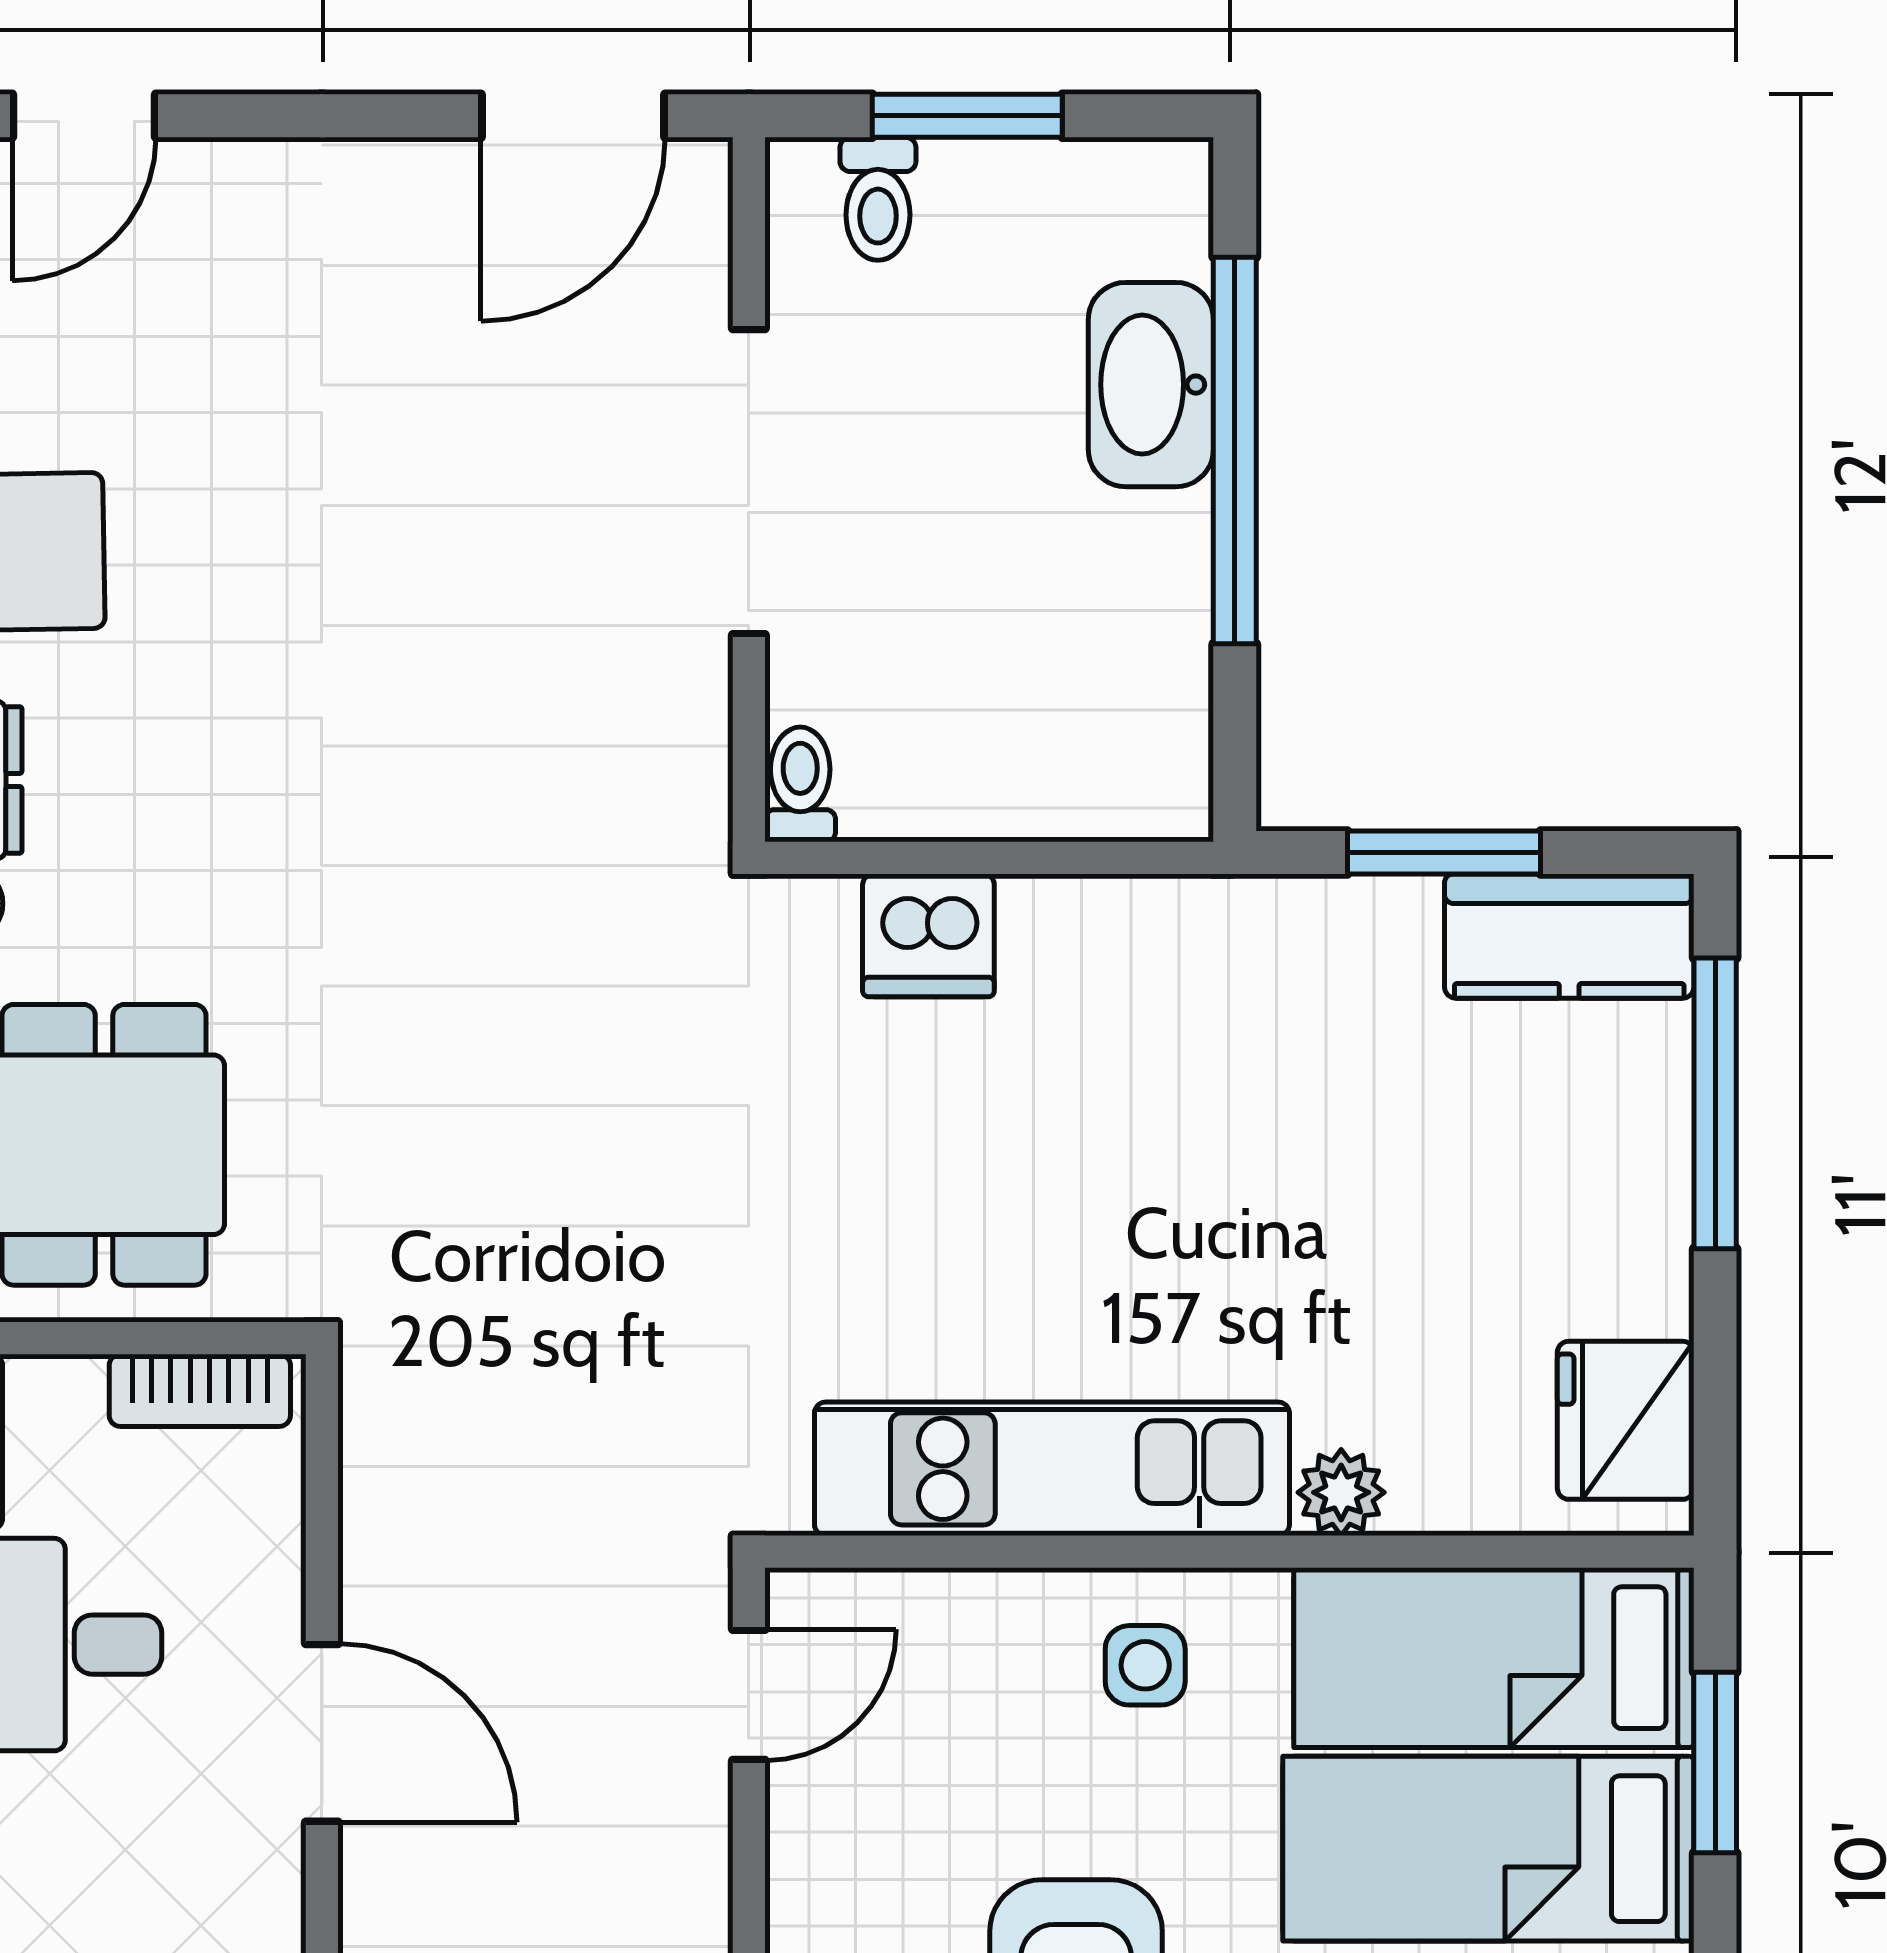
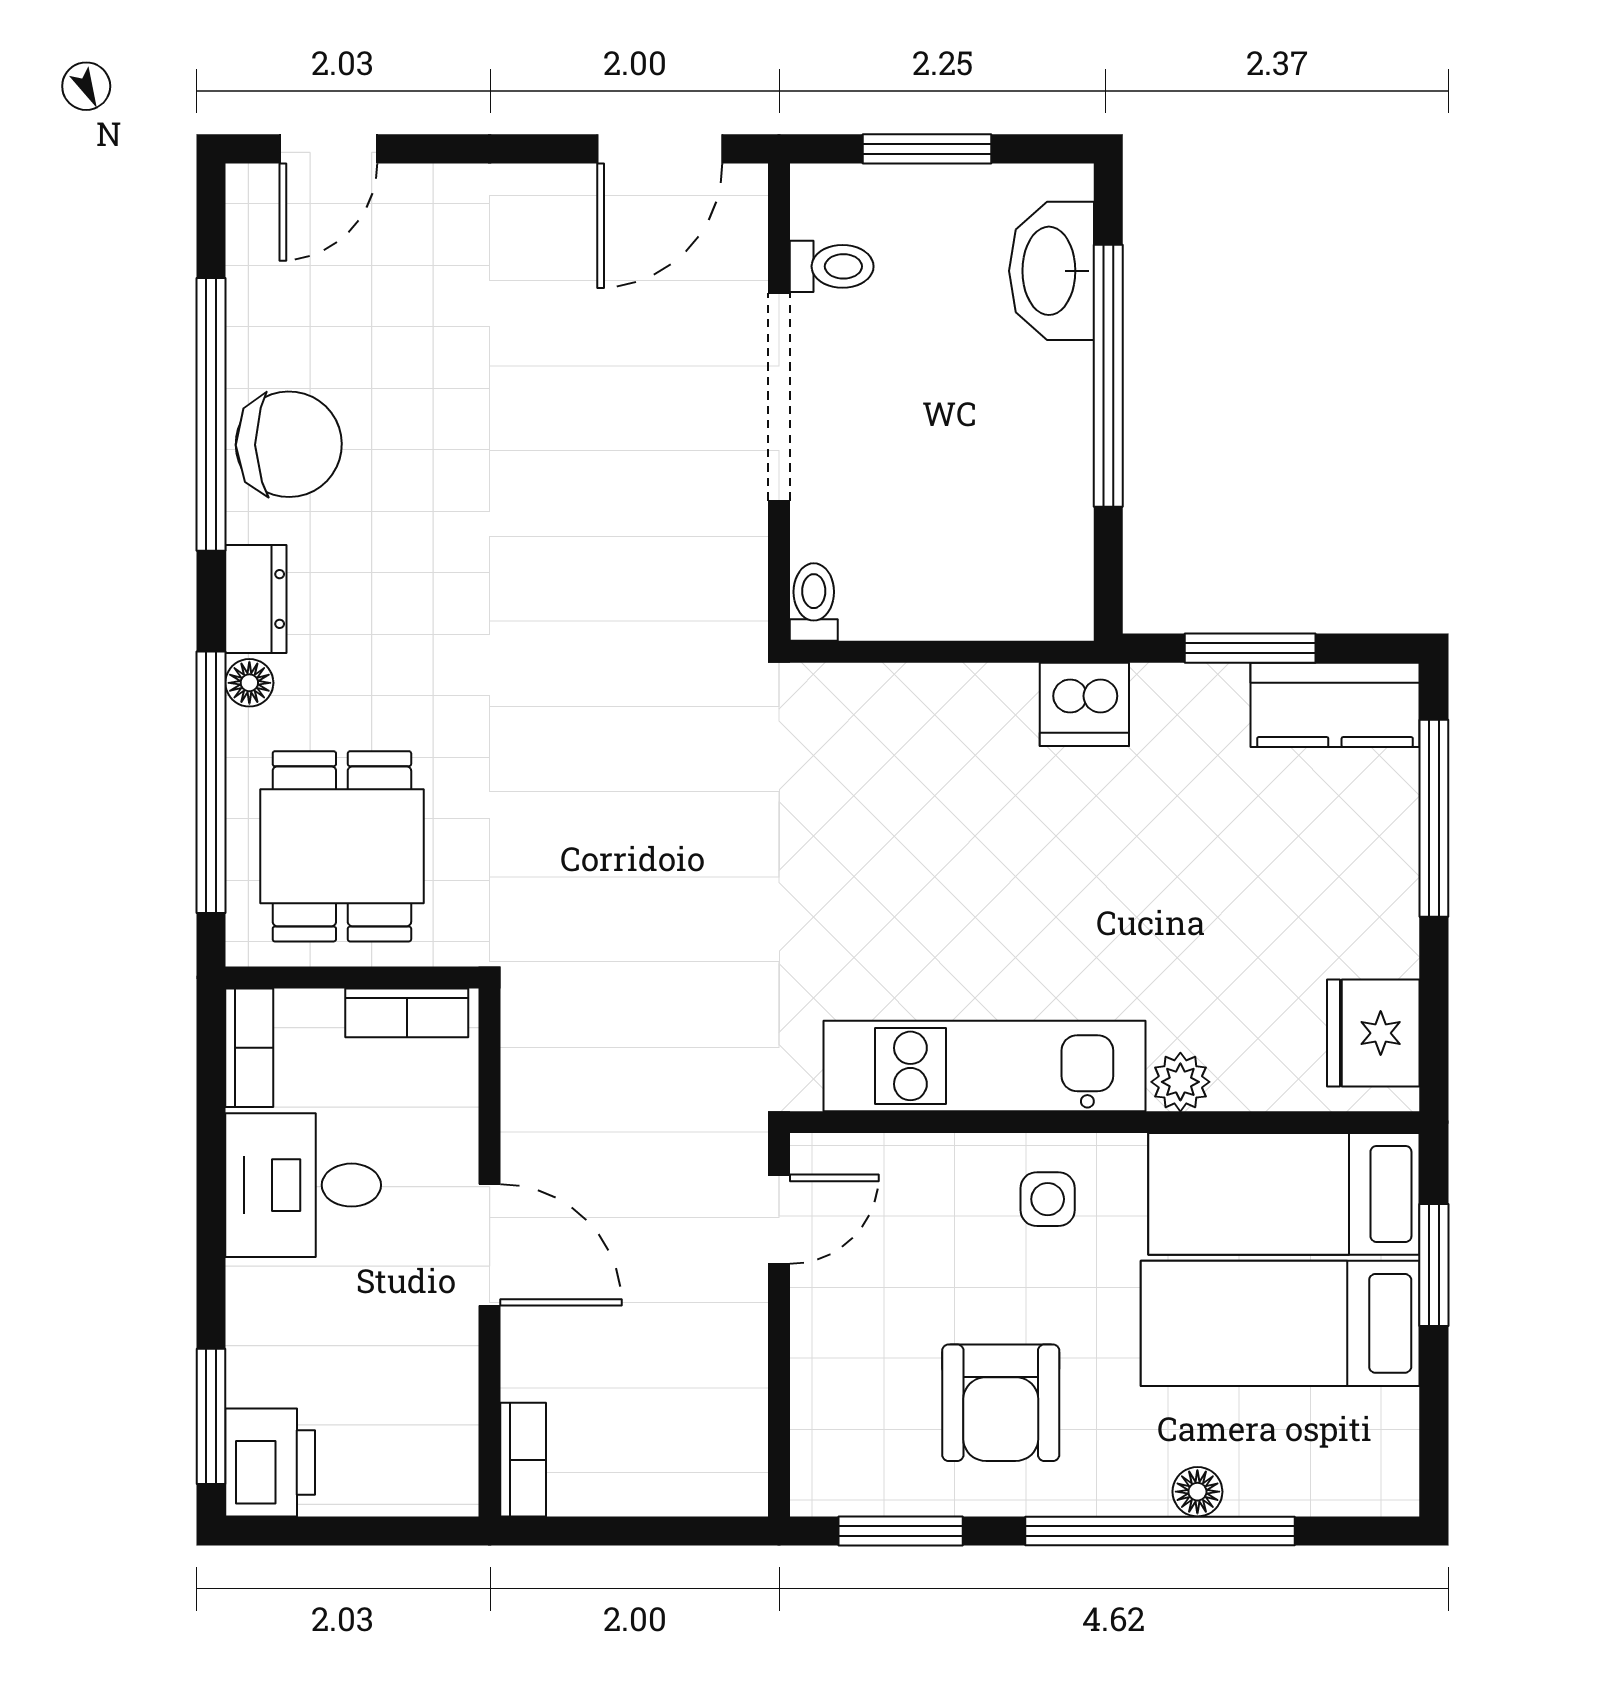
toilet: (878, 199) -> (832, 266), moved, turned -90
washbasin: (1151, 385) -> (1051, 271), moved
dishwasher: (928, 935) -> (1084, 704), moved

